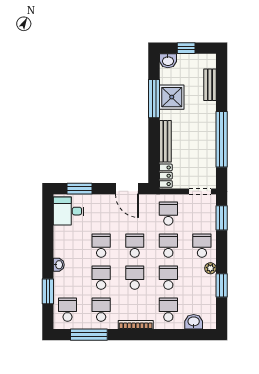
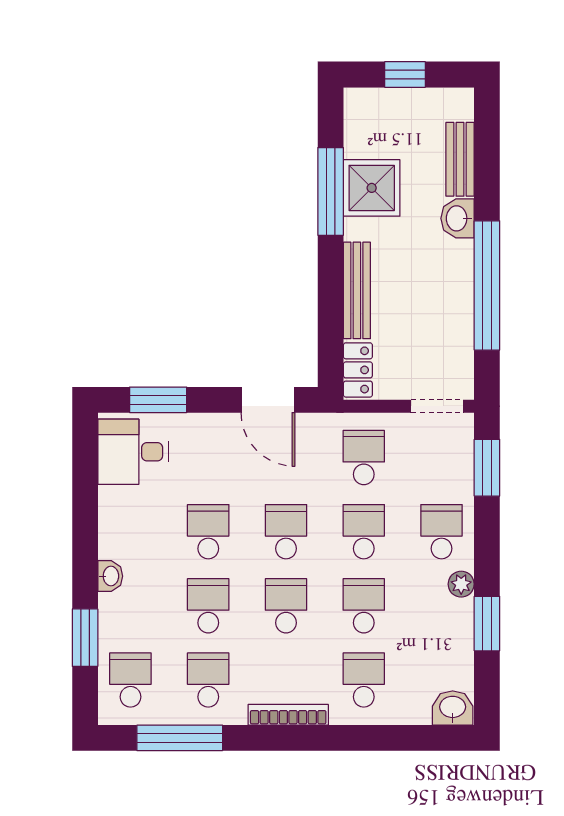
washbasin: (168, 61) -> (458, 218), moved, turned 90
washbasin: (194, 322) -> (453, 708), moved

